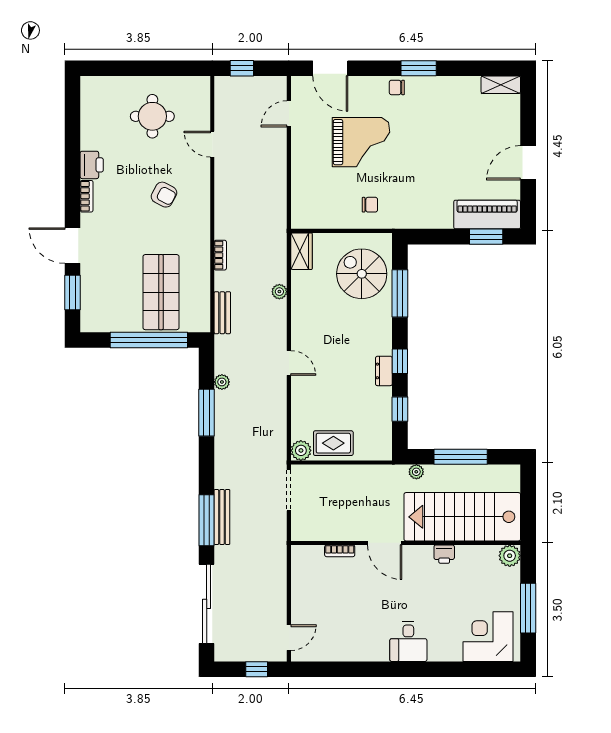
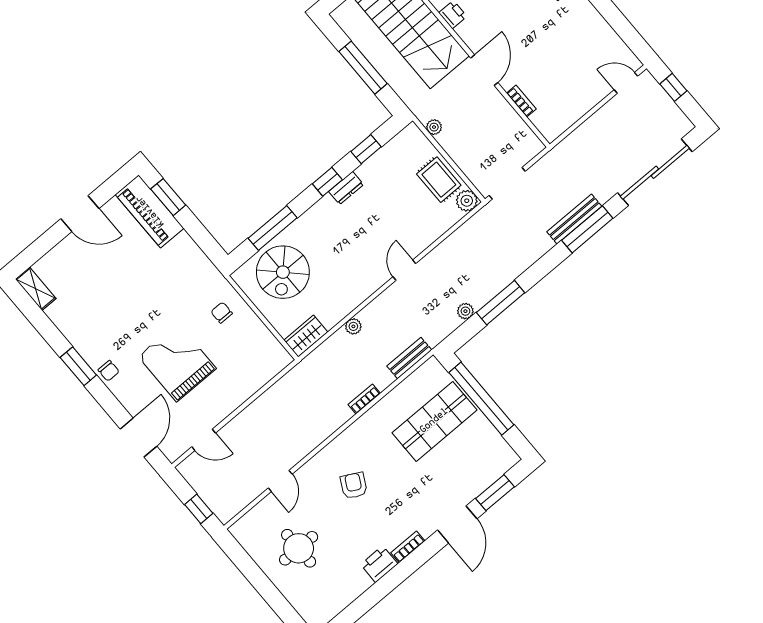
plant: (416, 472) -> (434, 127), moved

